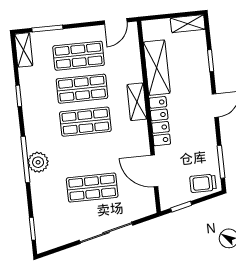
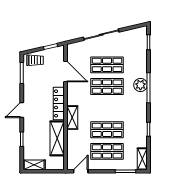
shop shelf: (85, 122) -> (107, 87), moved

